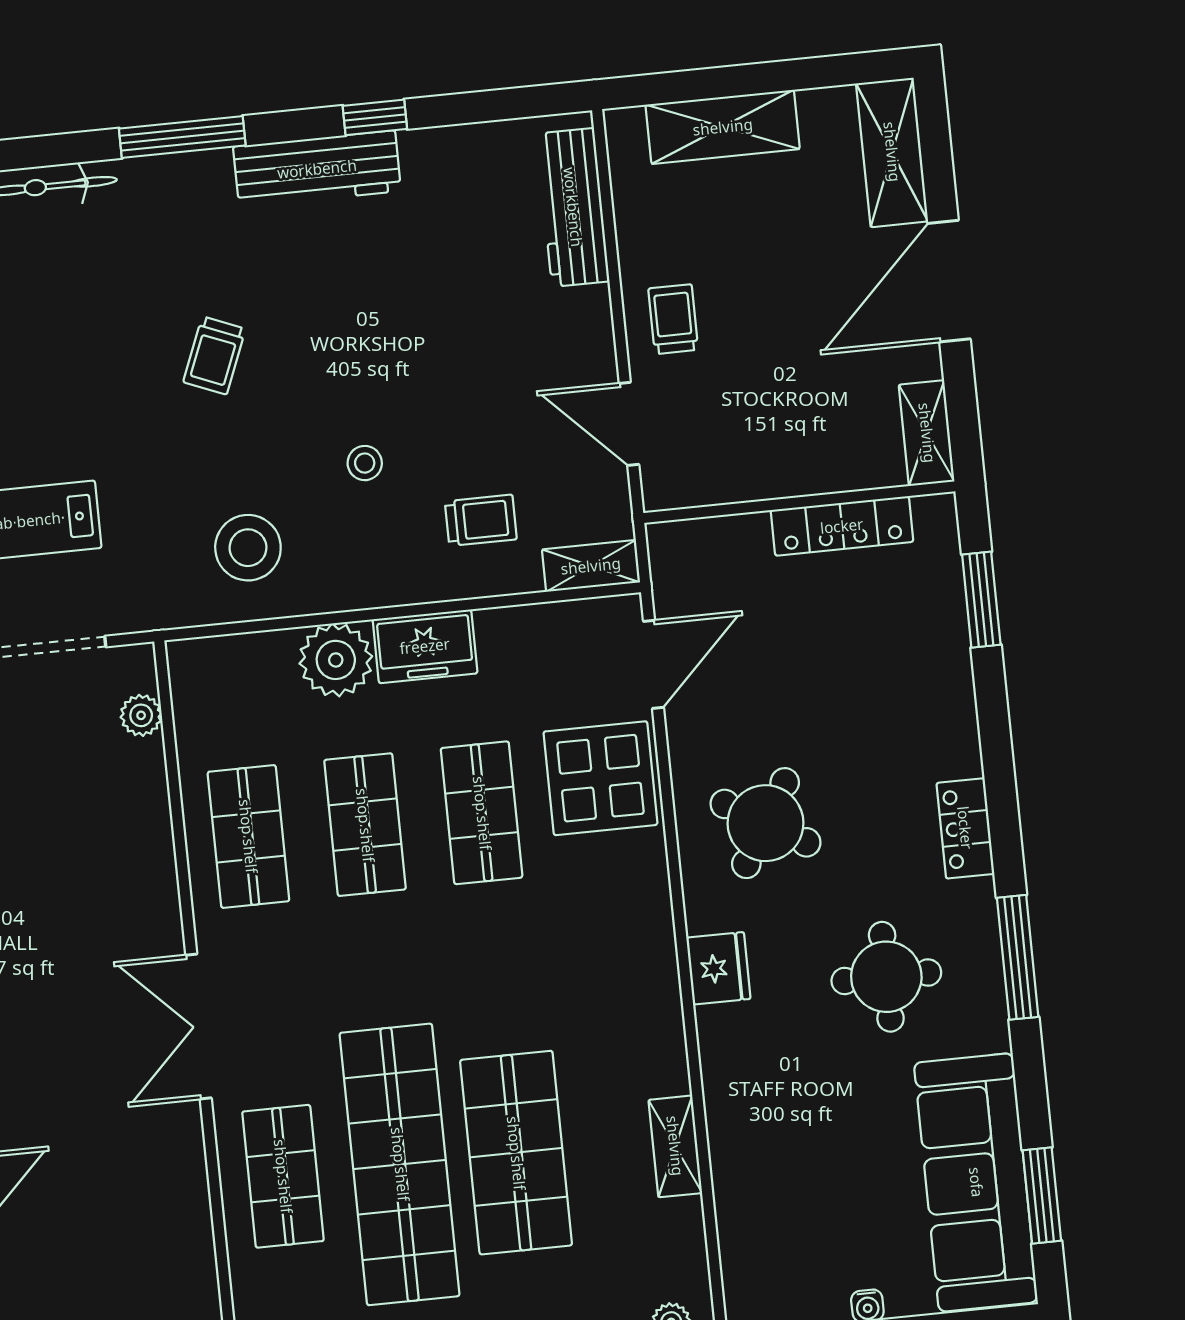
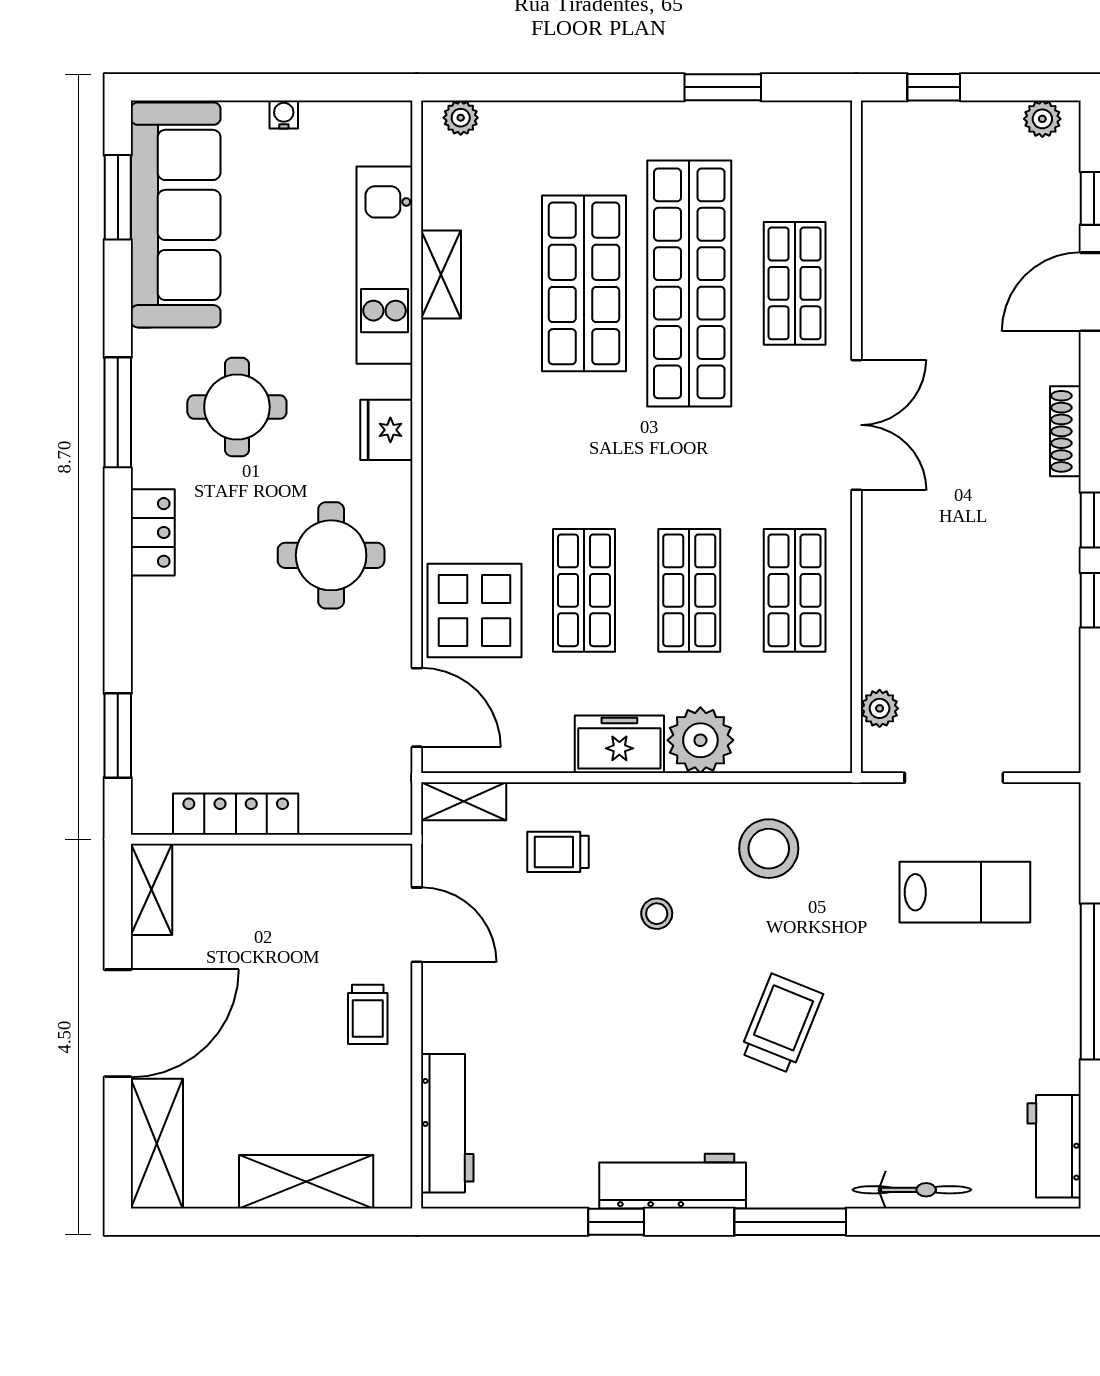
trolley: (214, 355) -> (781, 1024), width x1.36, depth x1.39
door: (654, 664) -> (417, 707), swing flipped
round table: (765, 823) -> (331, 555), turned -31
kitchen unit: (739, 1150) -> (385, 265), added

